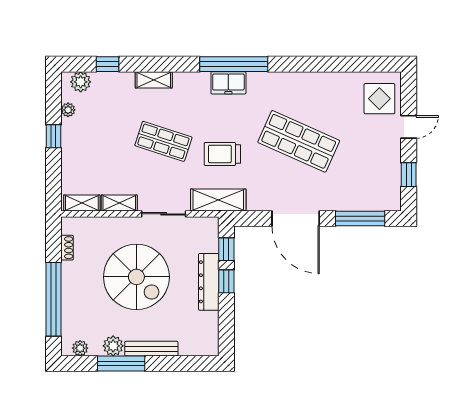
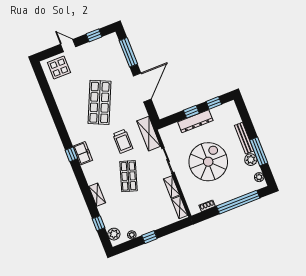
window: (234, 64) -> (71, 154), width x0.32
window: (226, 249) -> (214, 103), moved

